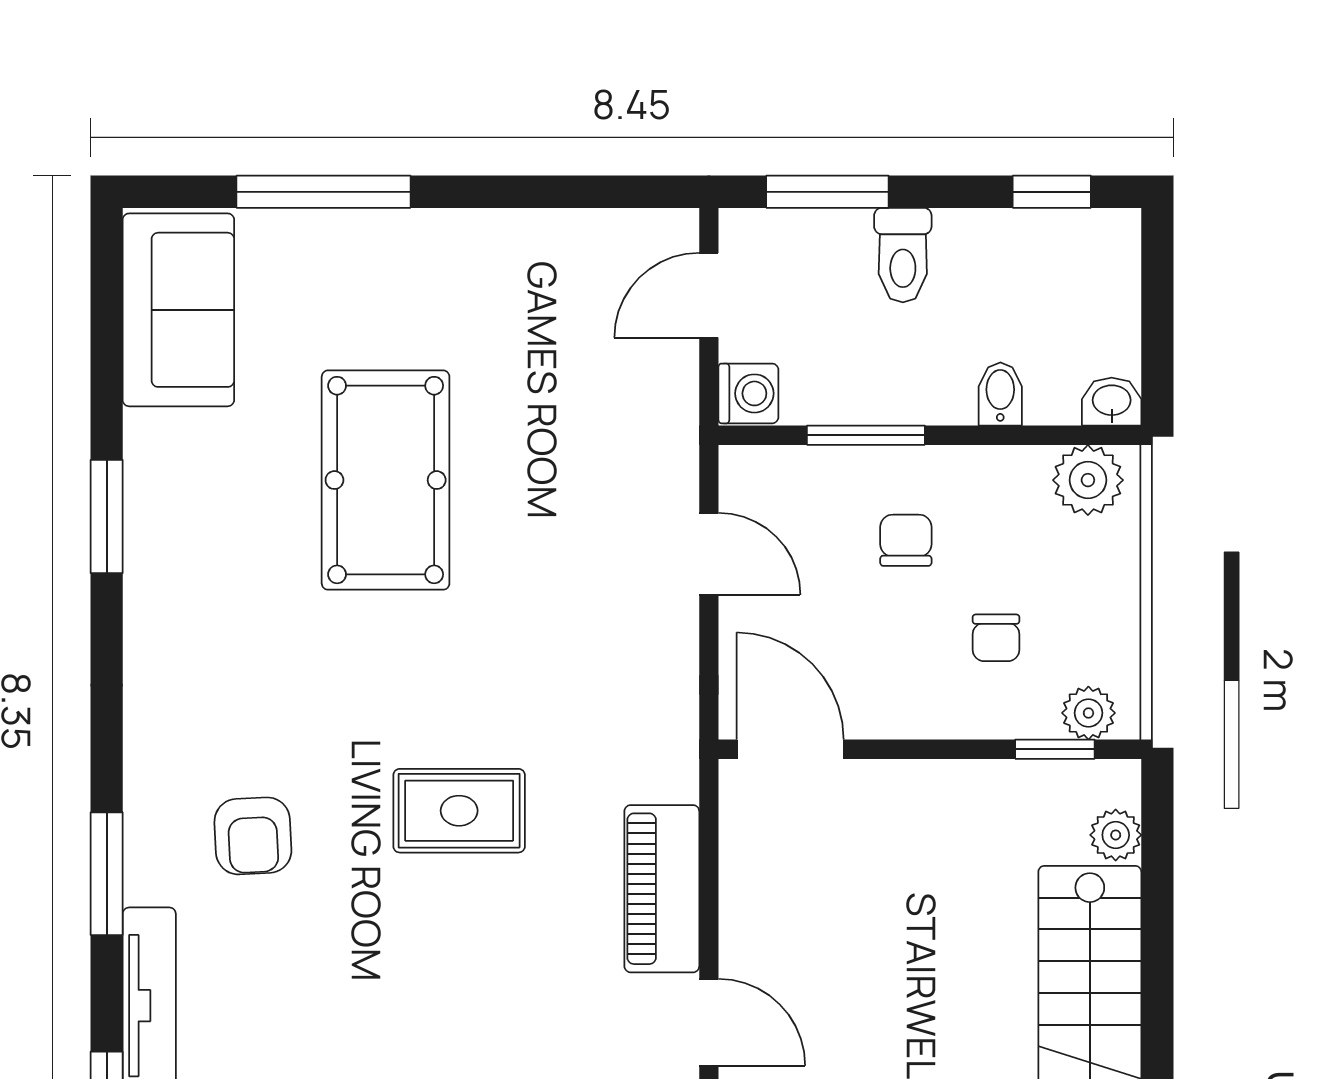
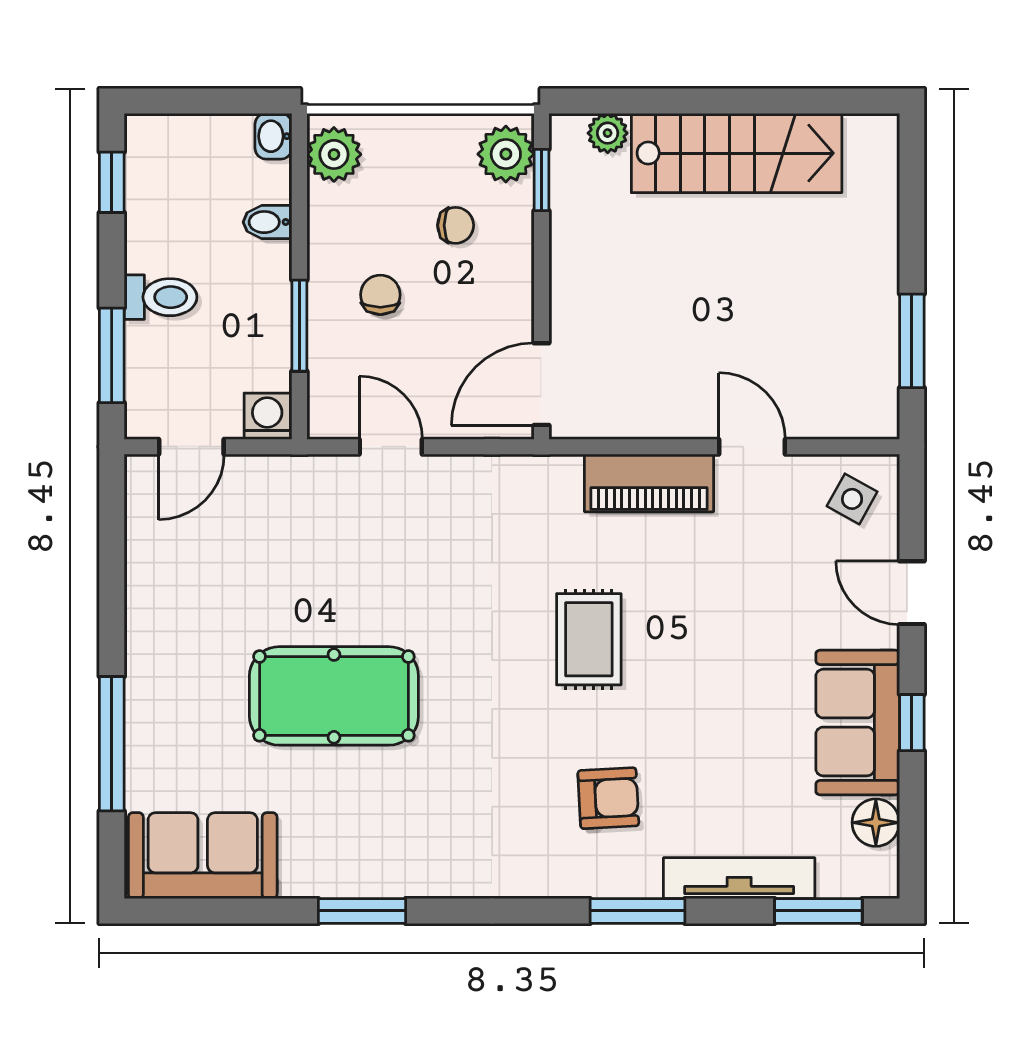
door: (709, 295) -> (191, 447), hinge flipped
chair: (906, 540) -> (380, 295), turned 90
door: (709, 554) -> (391, 447), hinge flipped
plant: (1088, 713) -> (506, 154), width x1.38, depth x1.38
door: (709, 1022) -> (752, 447), hinge flipped

